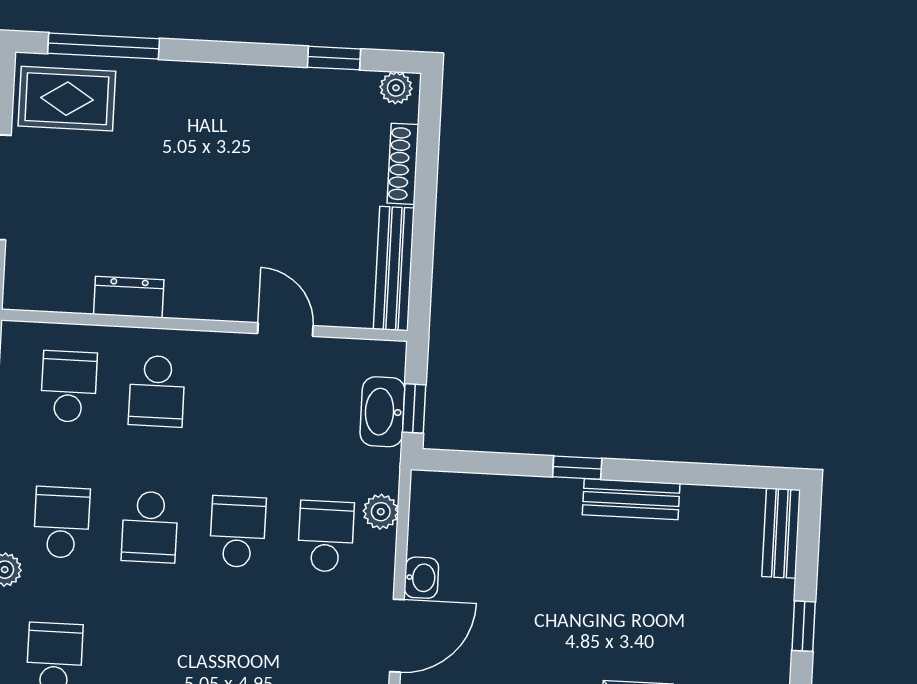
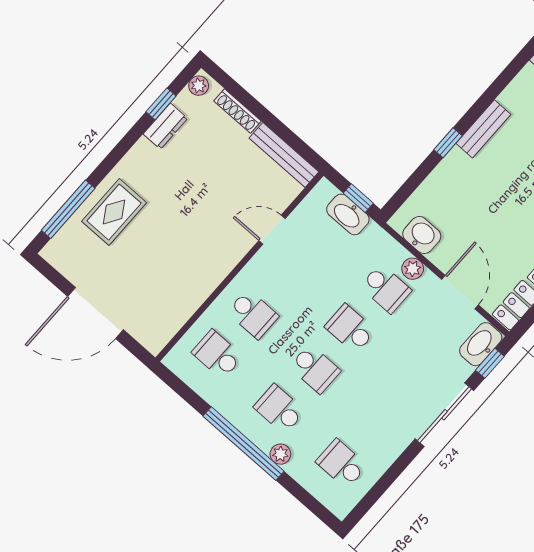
rug: (67, 99) -> (114, 212), moved
dresser: (129, 297) -> (165, 126), moved, turned 180
plant: (381, 512) -> (413, 269), moved
school desk: (326, 536) -> (386, 288), turned 180
washbasin: (421, 578) -> (422, 235), moved, width x1.38, depth x1.45

